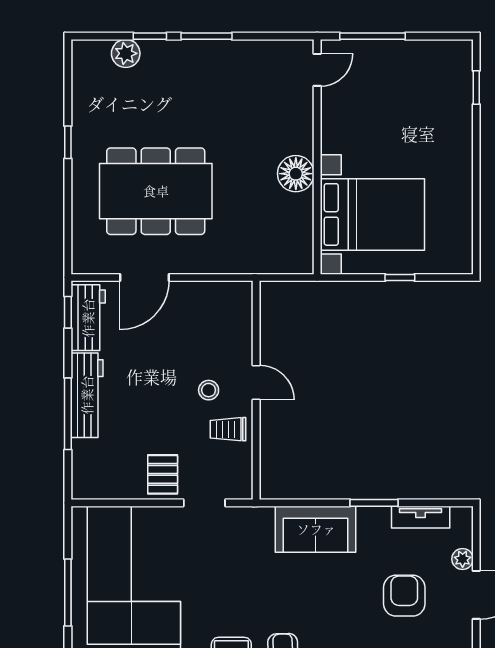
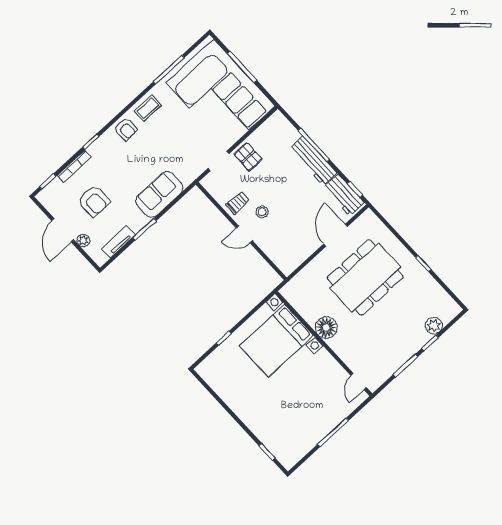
door: (317, 70) -> (359, 381), moved
wall: (317, 157) -> (324, 344), moved
floor lamp: (296, 174) -> (326, 328), moved
bed with nightstands: (372, 214) -> (276, 341), moved

